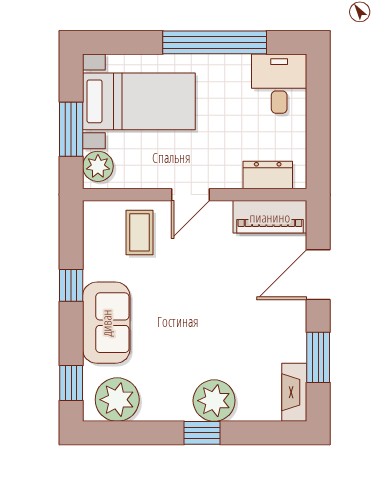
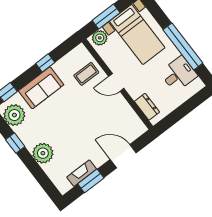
desk: (279, 84) -> (179, 74), moved
piano: (270, 217) -> (131, 120), removed
fireplace: (294, 392) -> (82, 173), moved
window: (202, 433) -> (15, 143), moved

